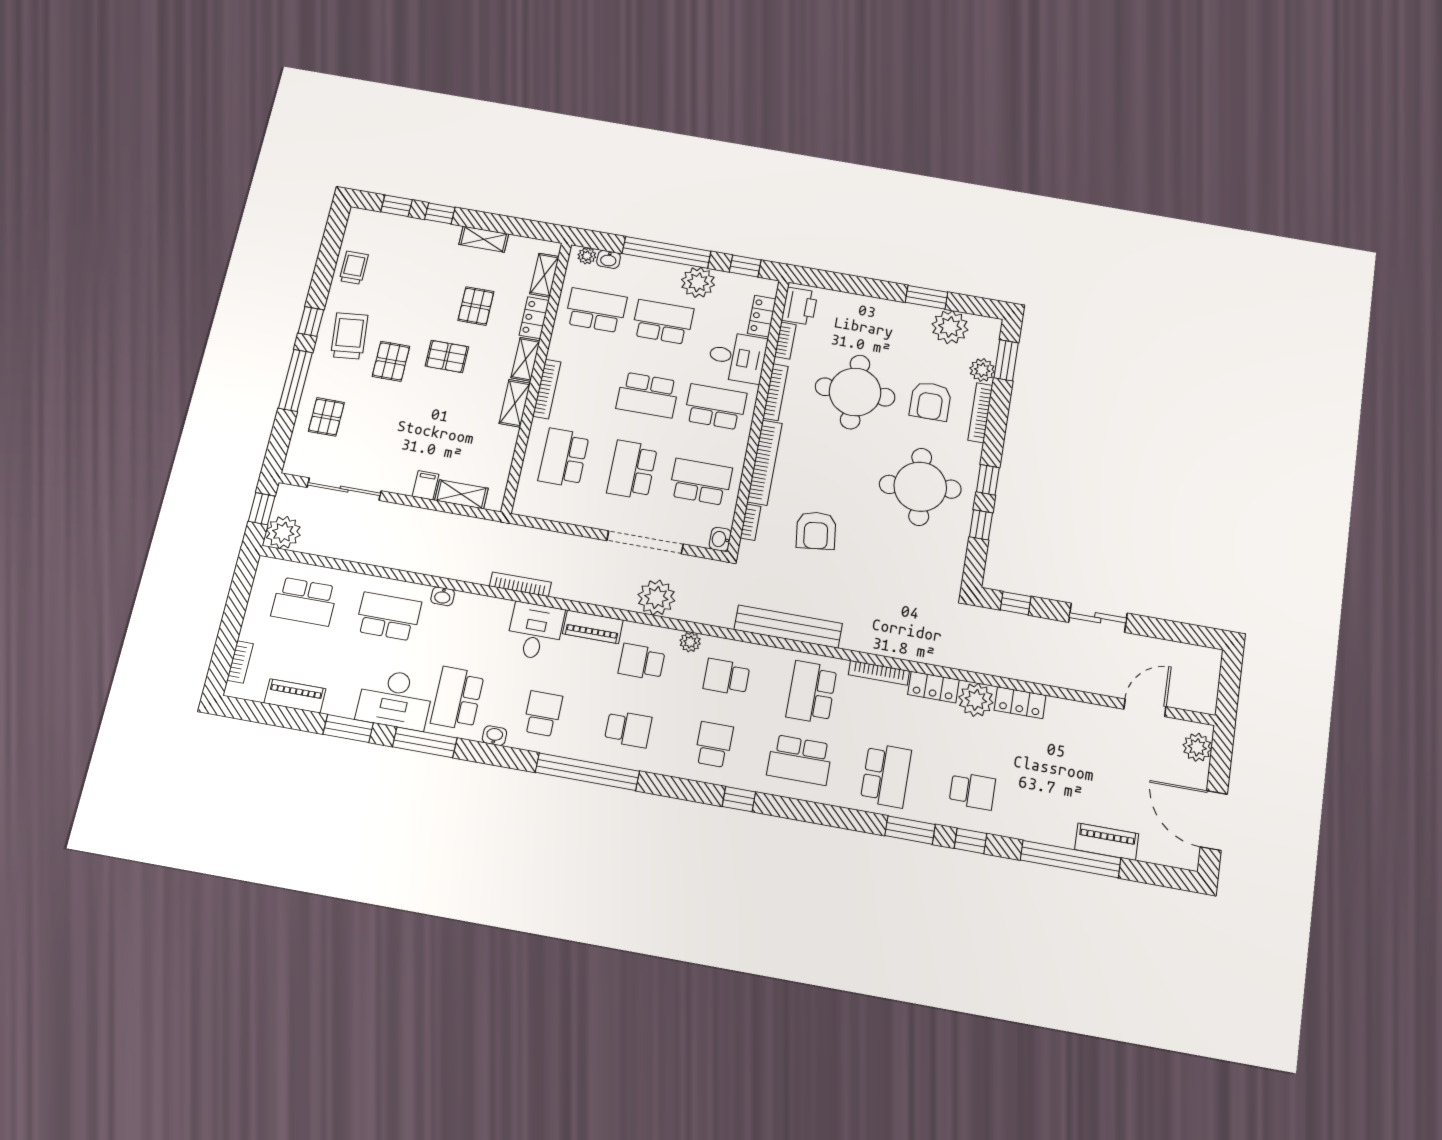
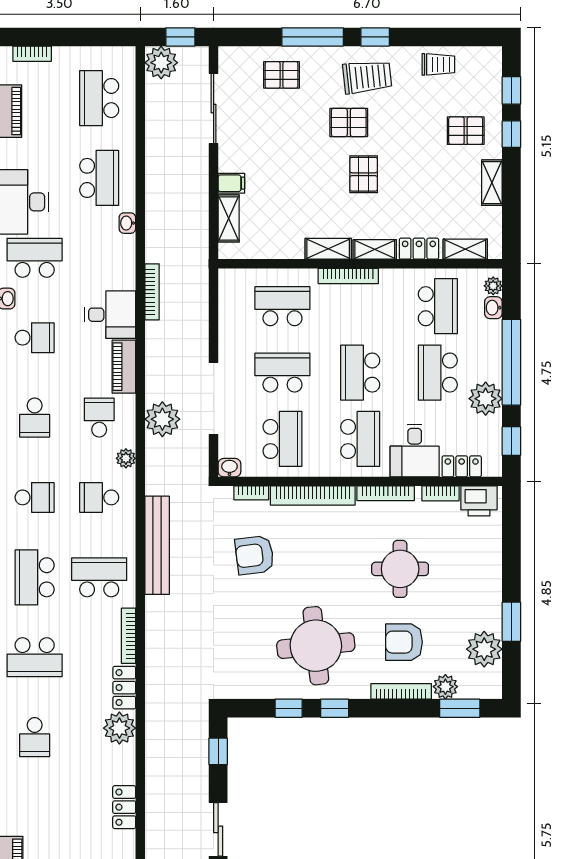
pallet: (476, 306) -> (466, 131), moved
school desk: (663, 322) -> (438, 373), turned 180
round table: (855, 392) -> (400, 569), width x0.73, depth x0.73
school desk: (726, 677) -> (99, 497), turned -90
locker: (1020, 703) -> (124, 807), moved

